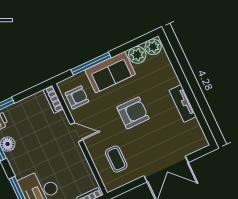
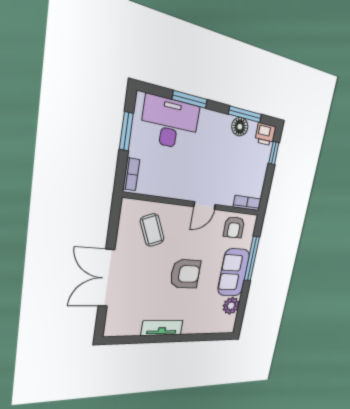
plant: (153, 47) -> (228, 324), removed
armchair: (133, 113) -> (185, 274), turned -90
coffee table: (116, 159) -> (152, 230), turned 67

